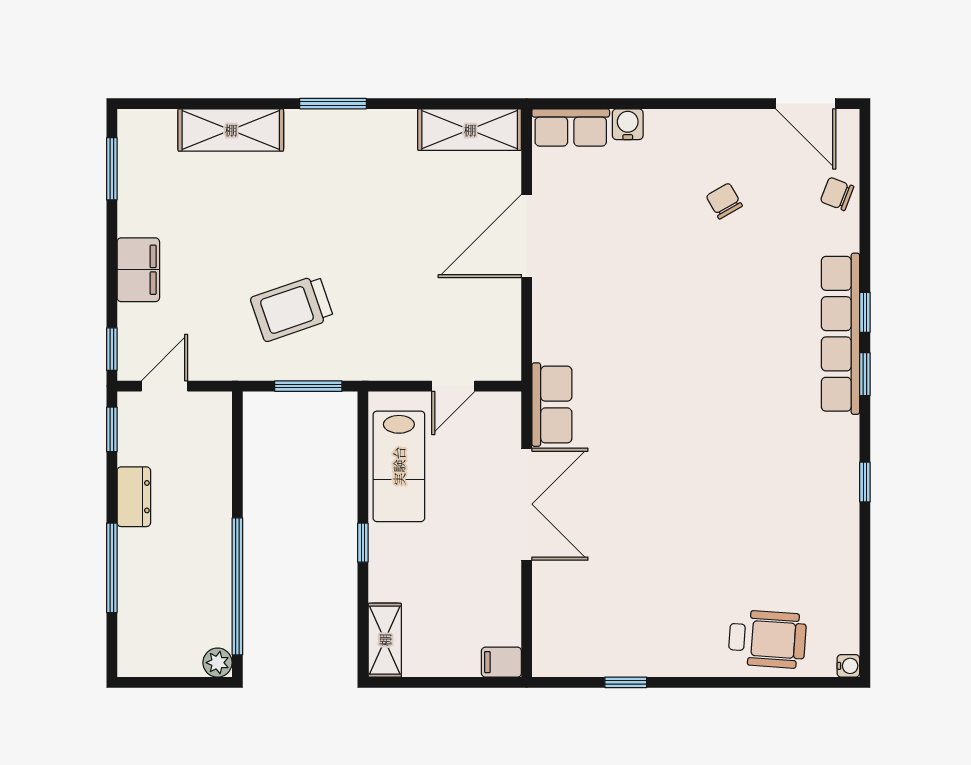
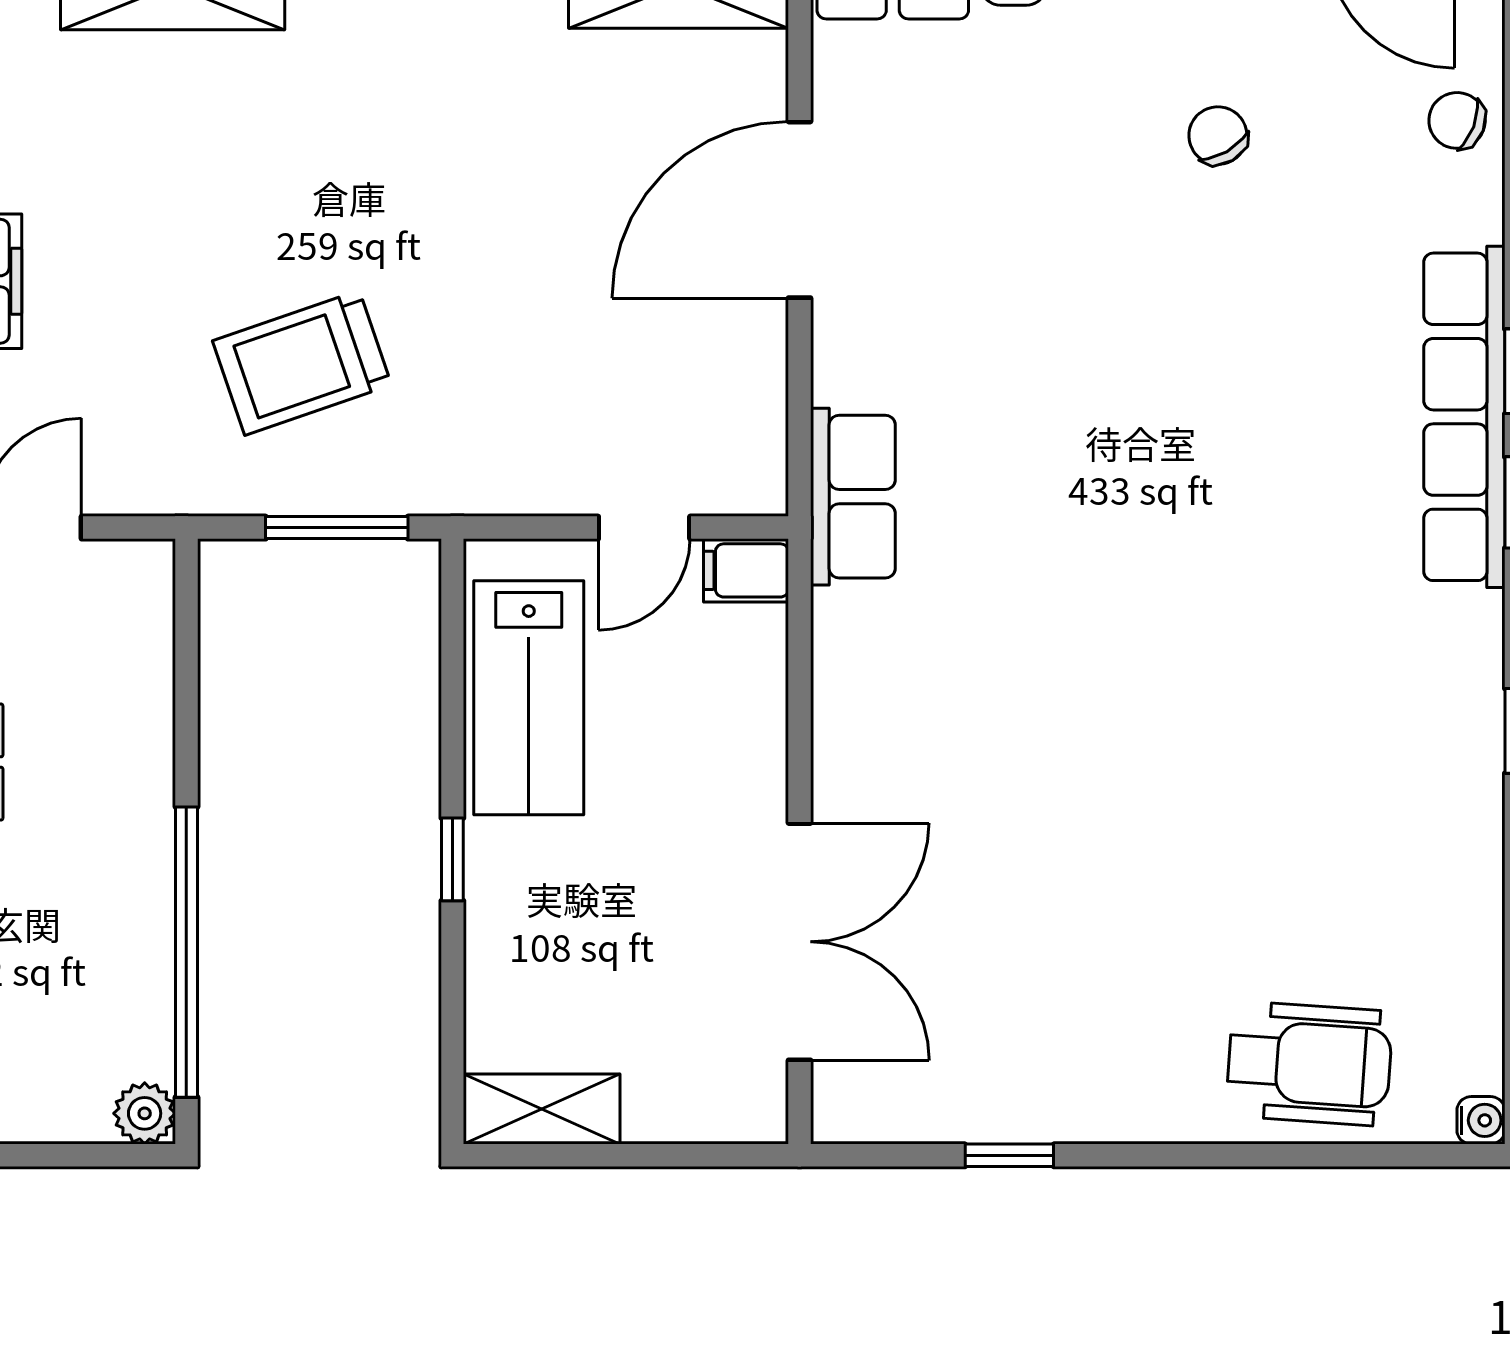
row of seats: (552, 405) -> (853, 497), moved
double door: (527, 504) -> (799, 942), moved
shelving: (385, 640) -> (542, 1109), moved, turned 90
filing cabinet: (501, 662) -> (746, 570), moved

